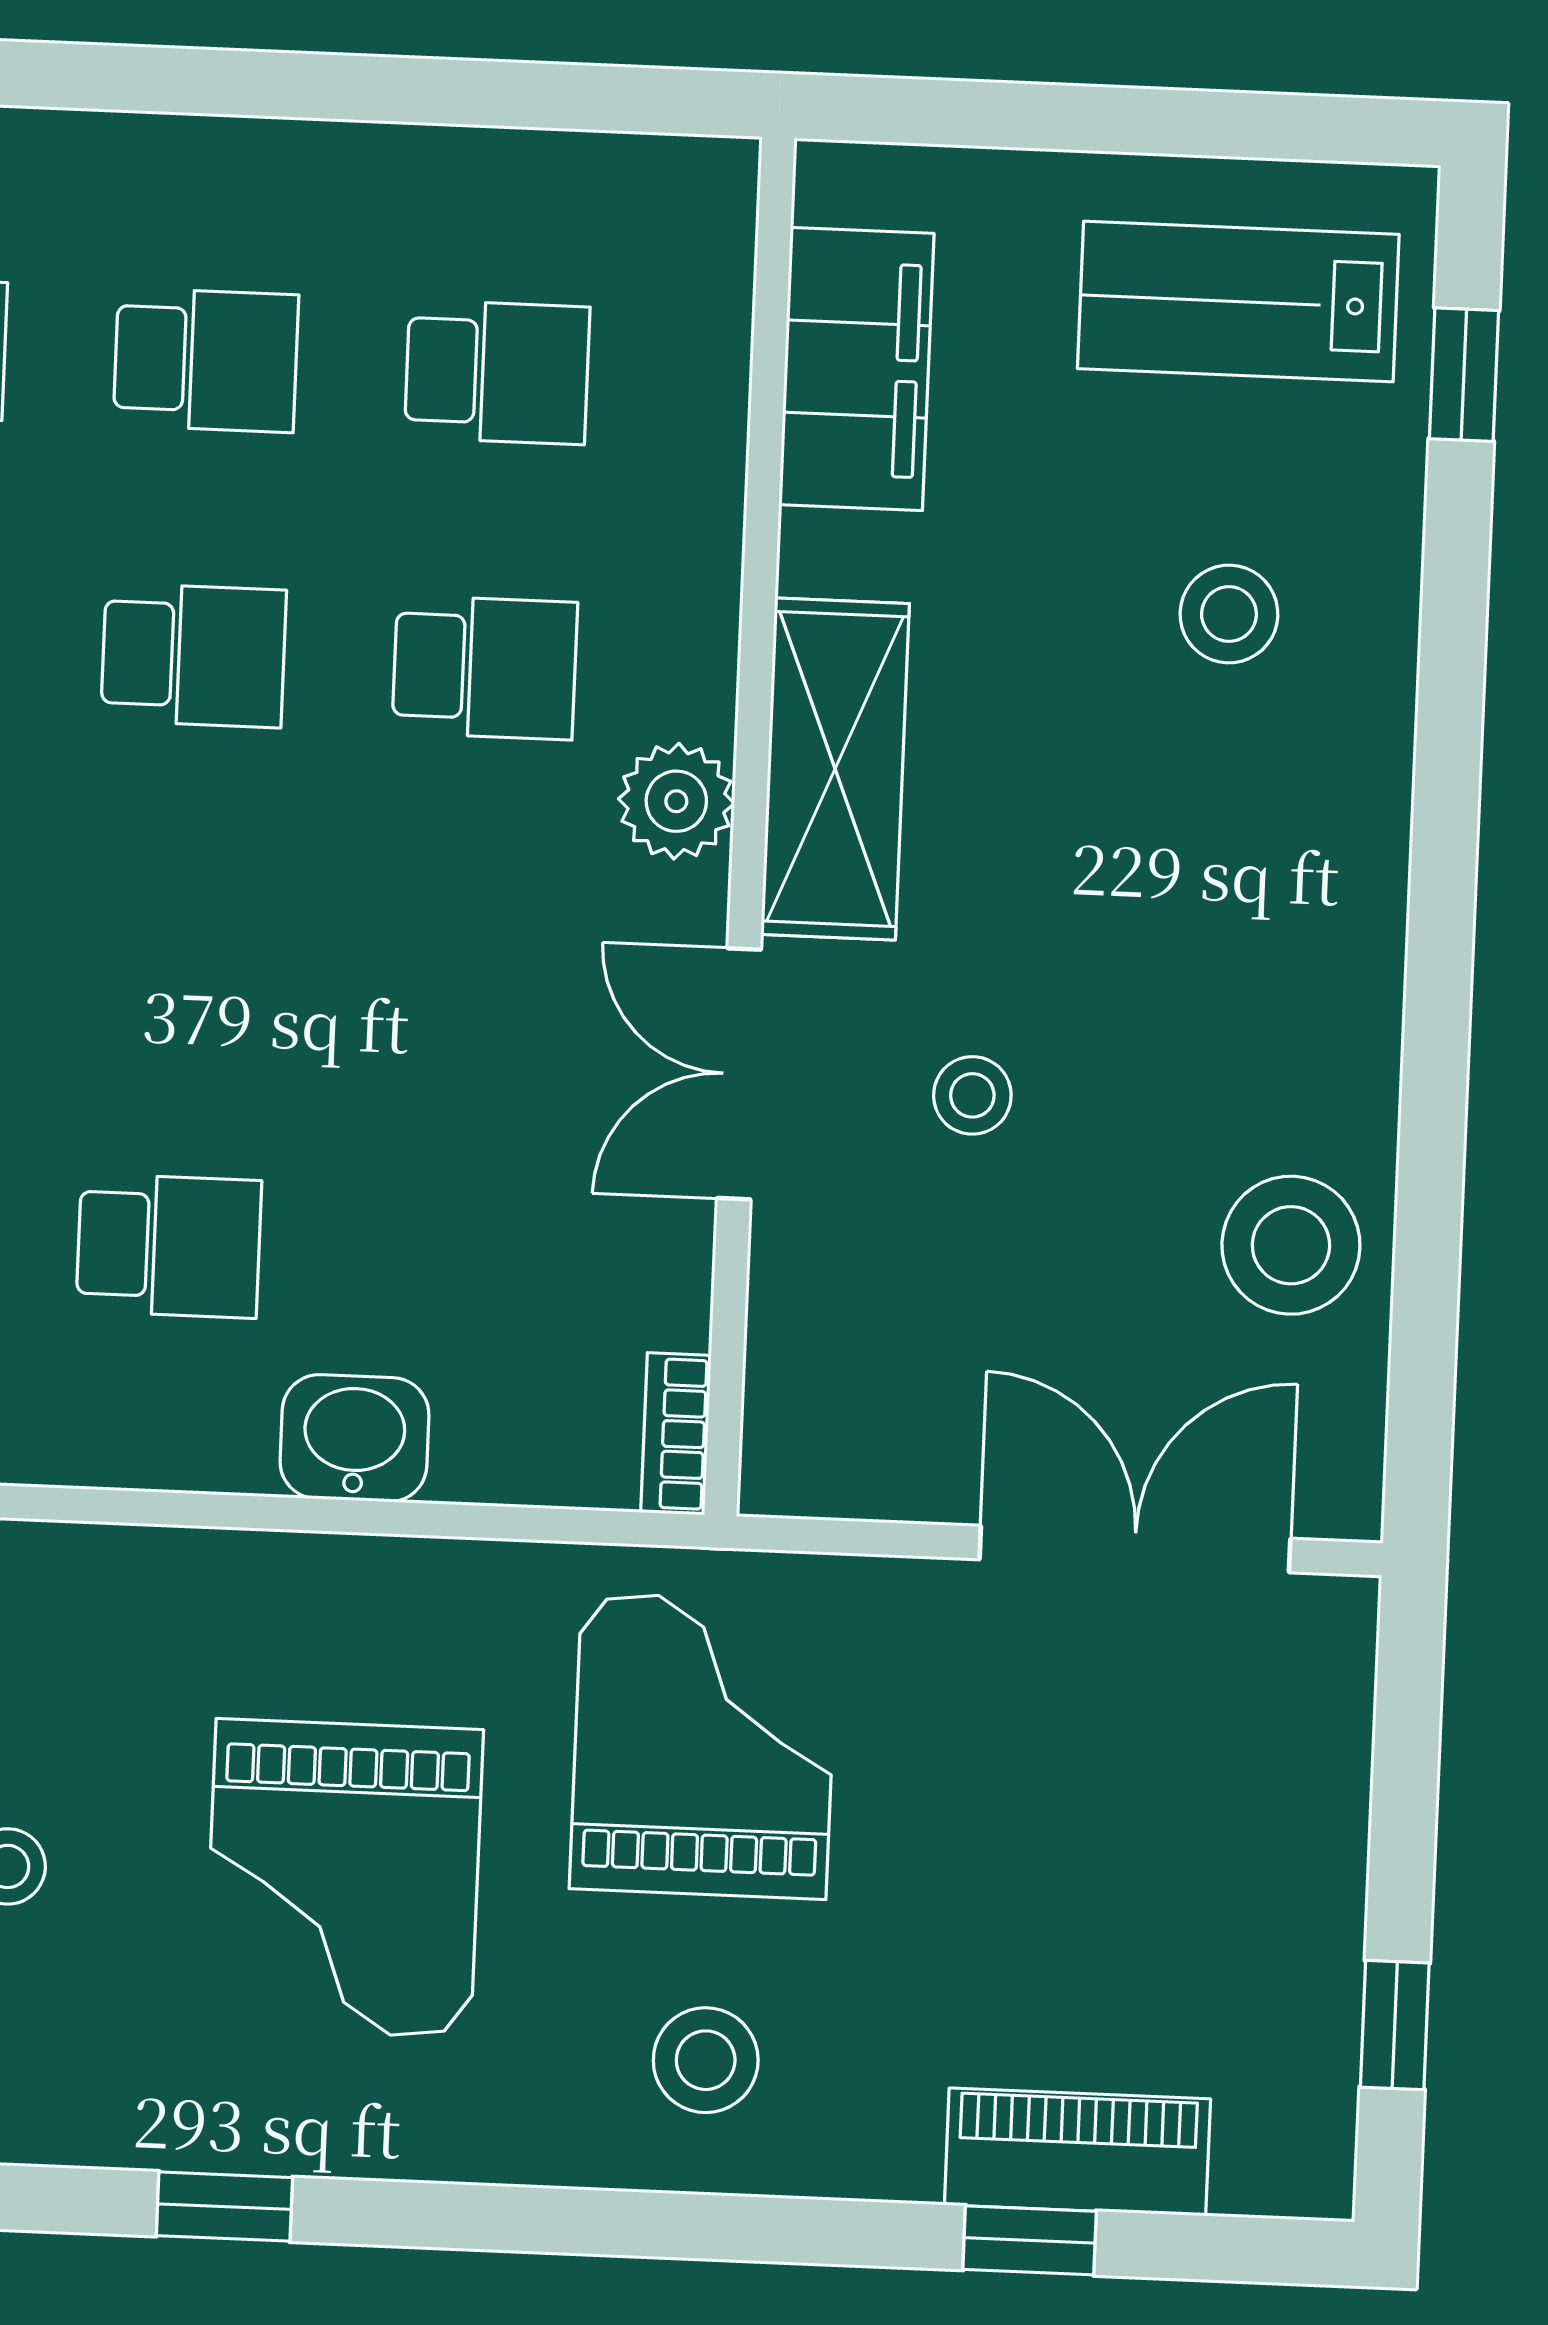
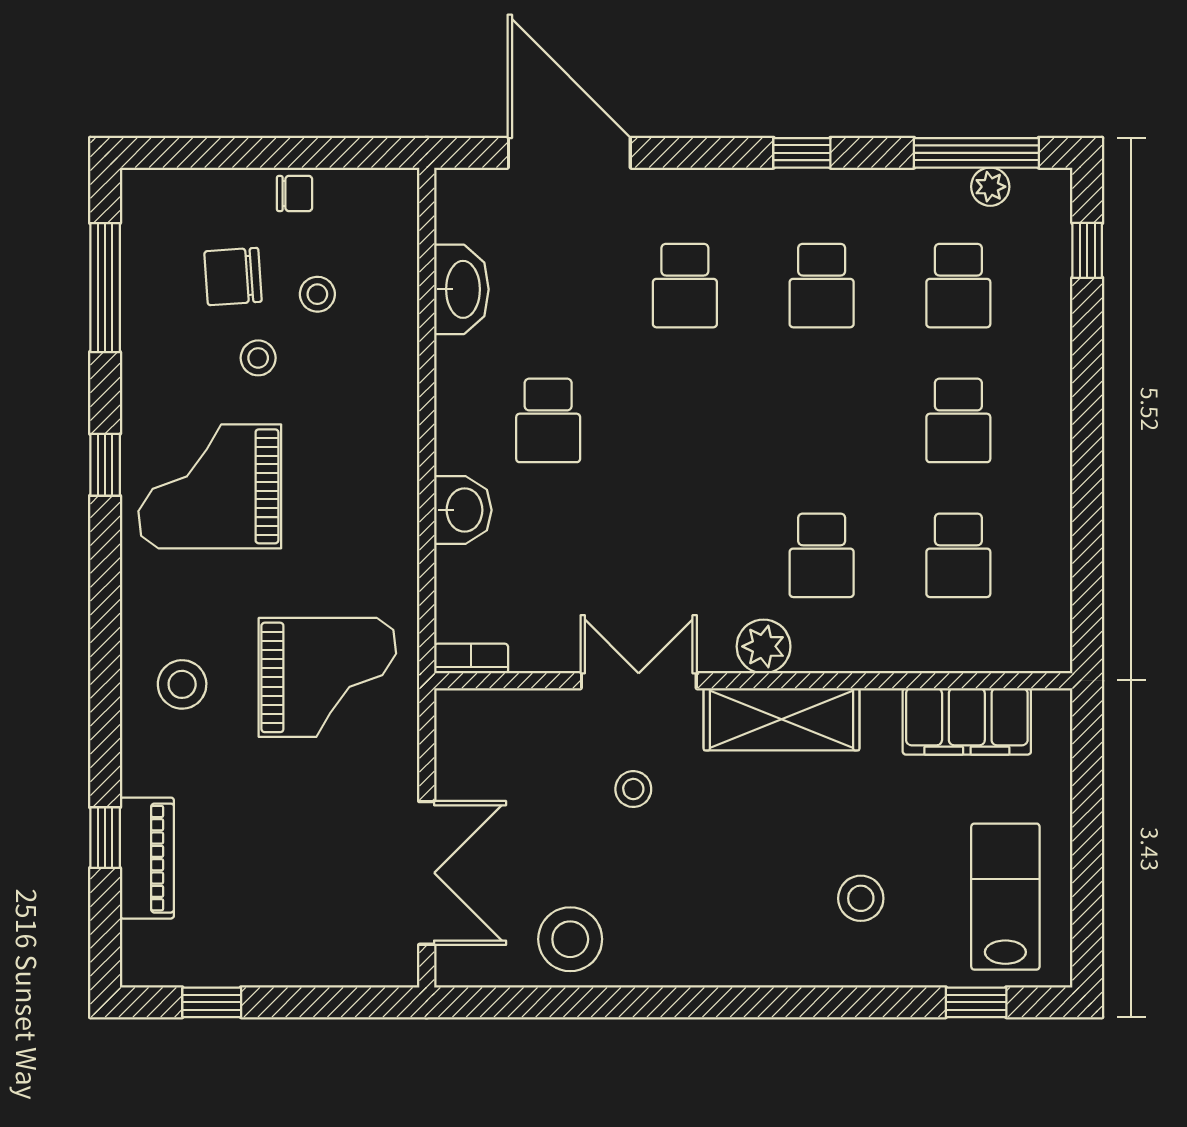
school desk: (194, 655) -> (822, 420), removed
grand piano: (343, 1878) -> (210, 486), moved

